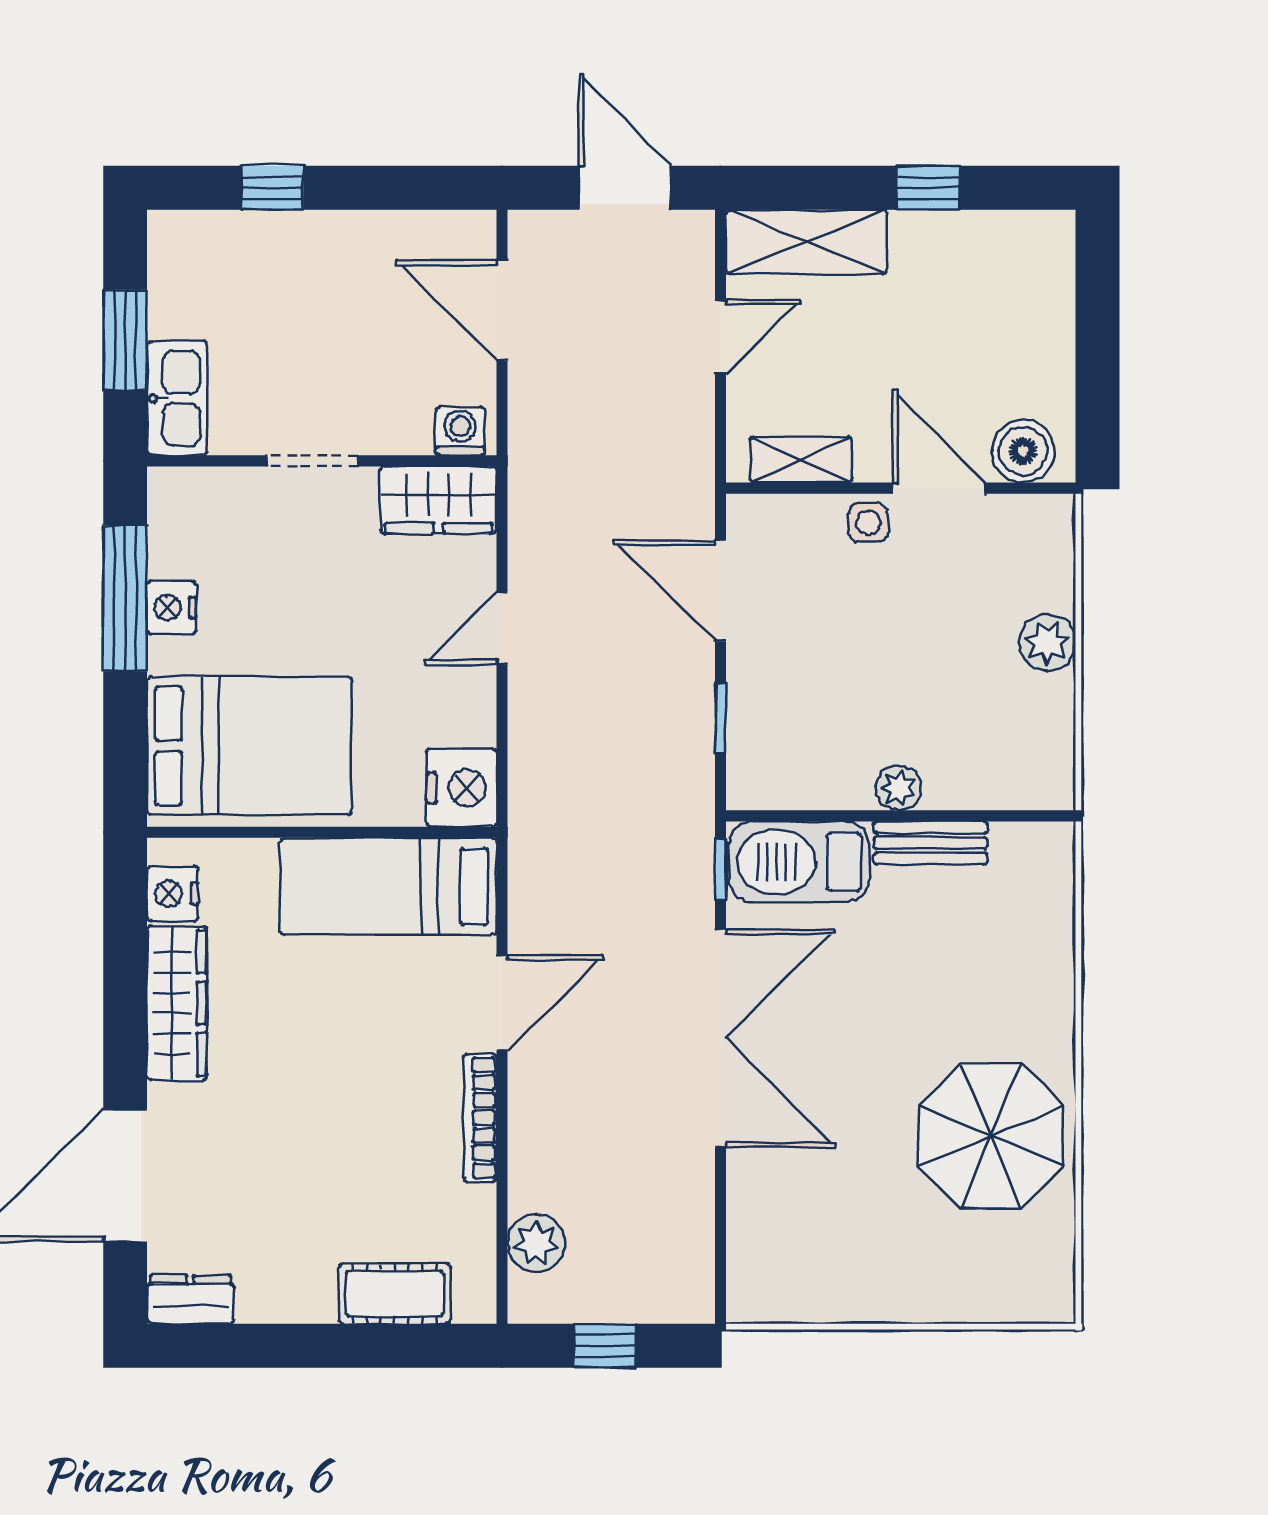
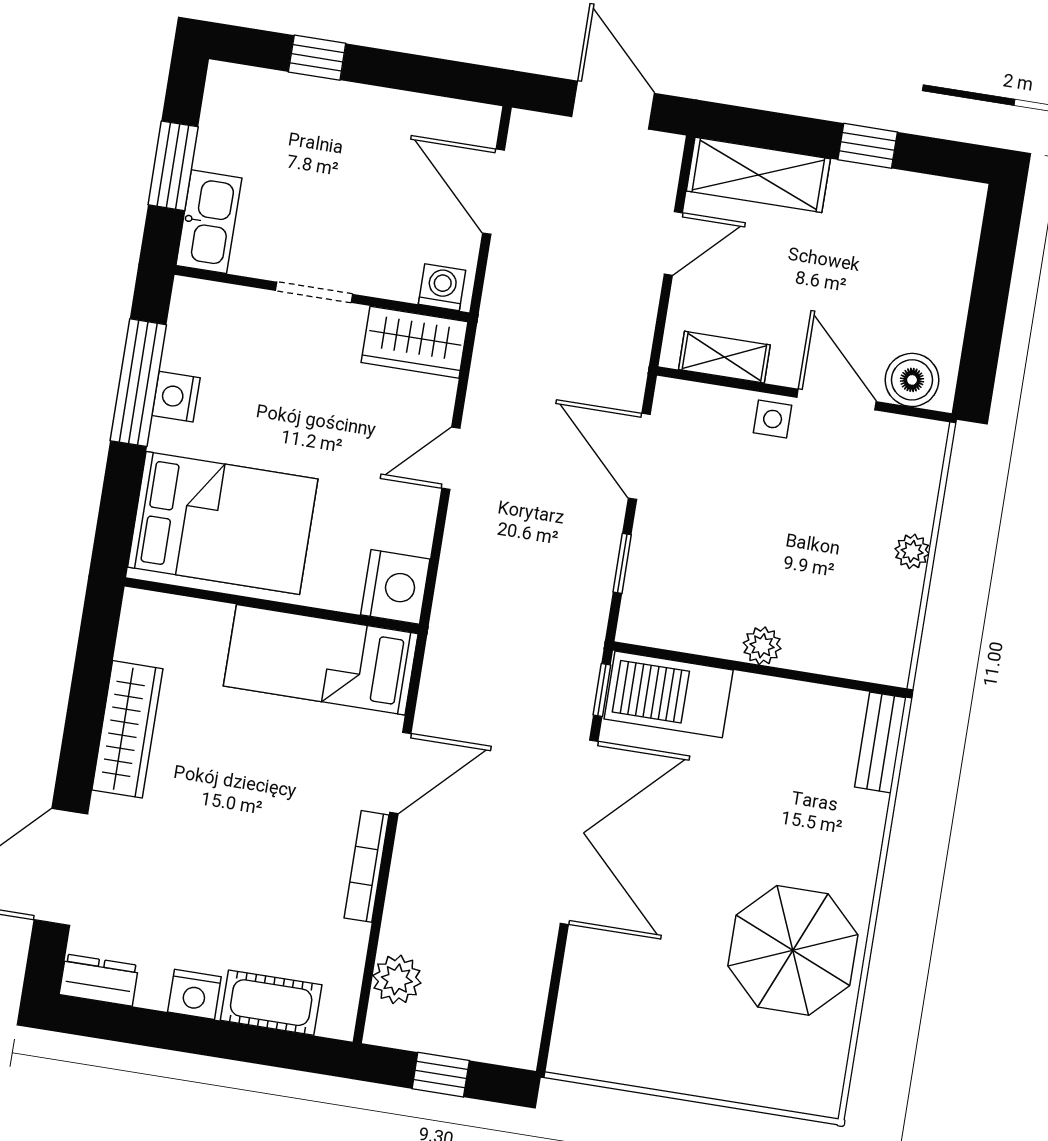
plant: (1047, 643) -> (912, 551), width x0.73, depth x0.73
bench: (930, 843) -> (880, 742), moved, turned 90
nightstand: (173, 894) -> (194, 994), moved, turned -90

